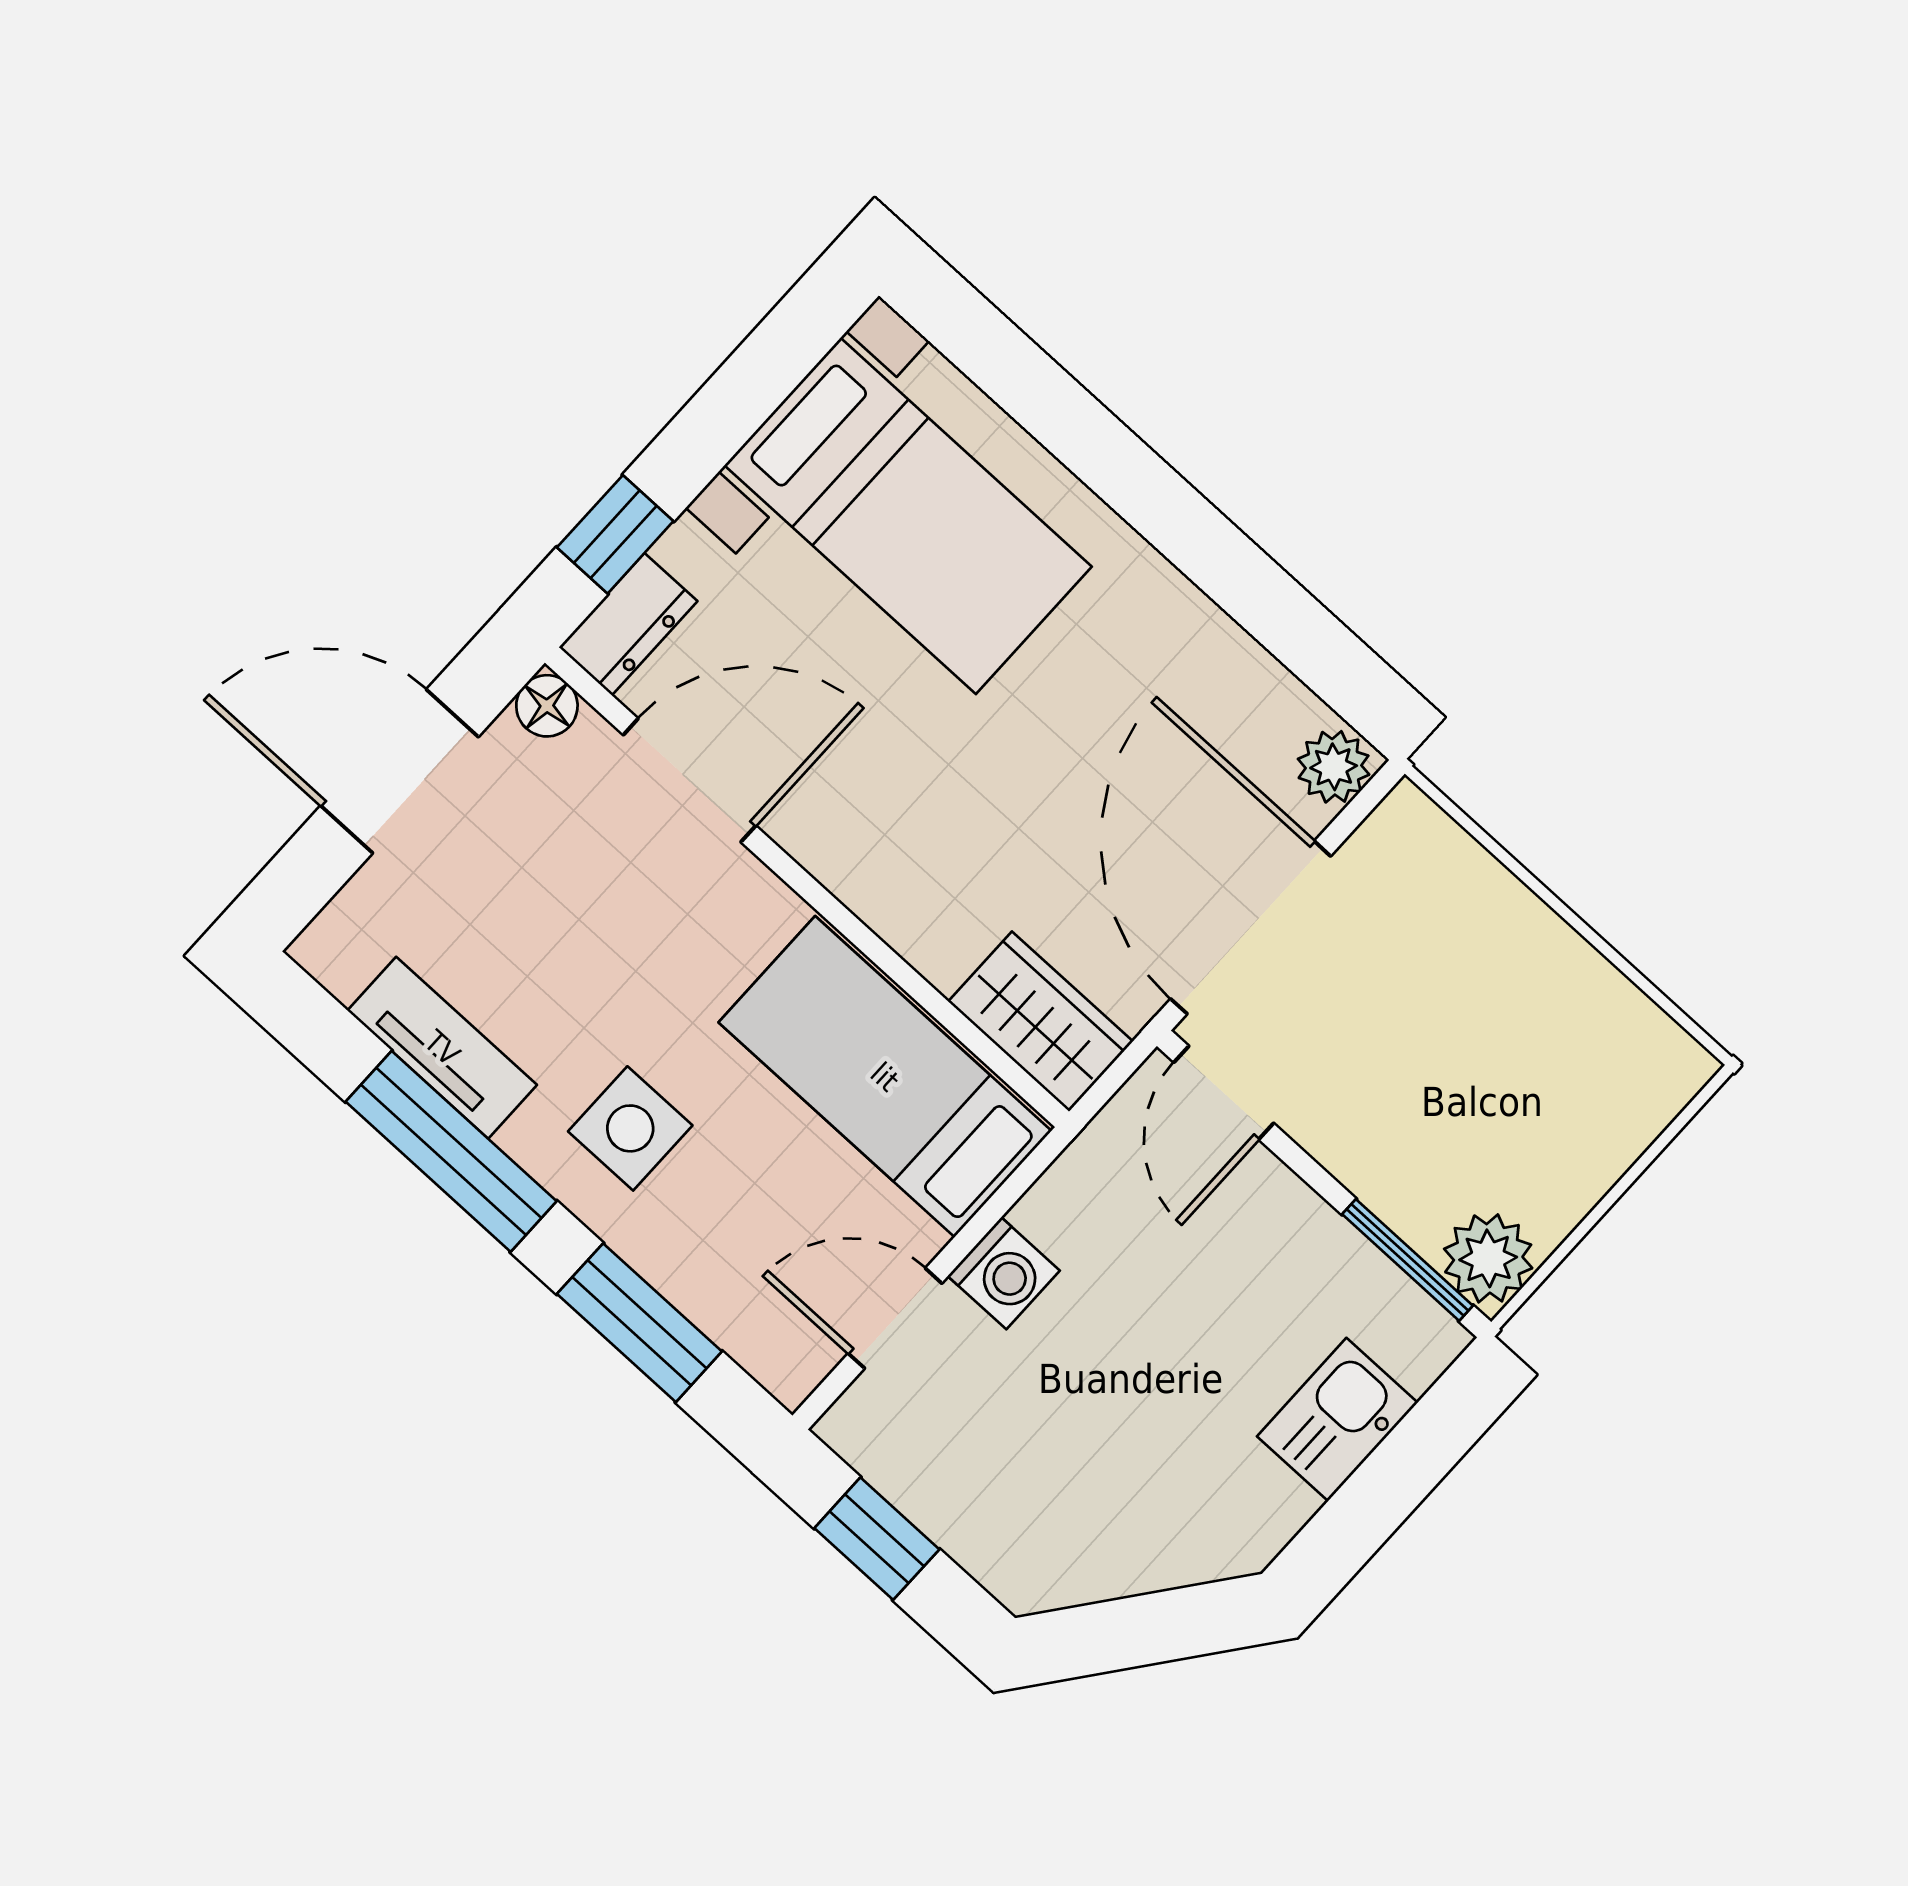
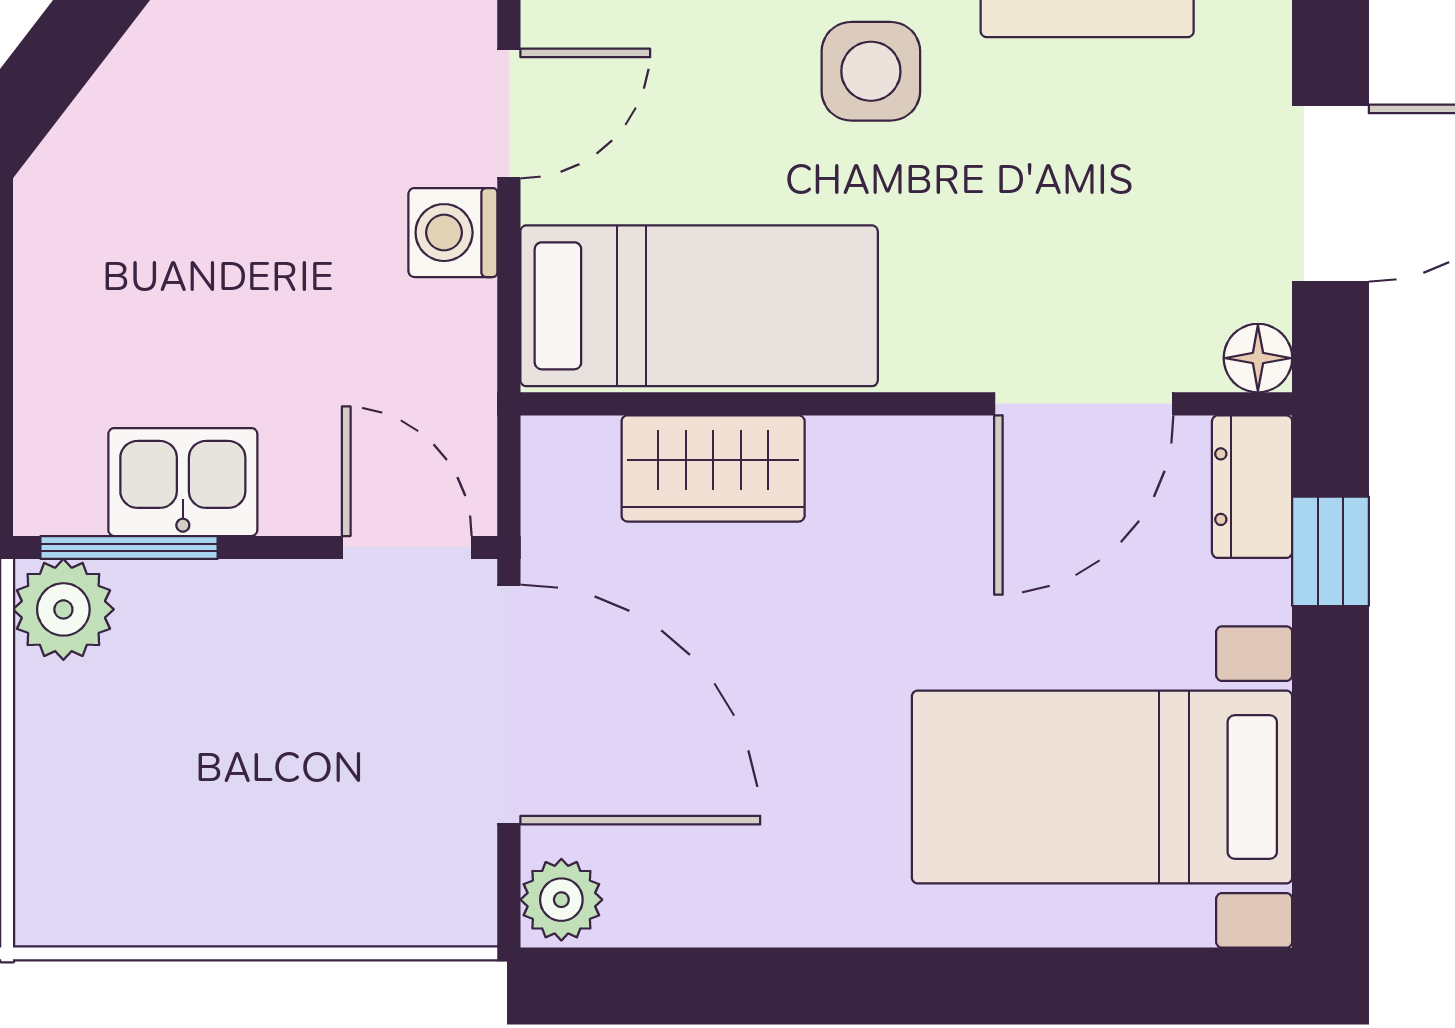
wardrobe: (1041, 1022) -> (713, 468), moved
kitchen sink: (1337, 1419) -> (183, 482), moved, turned -90

